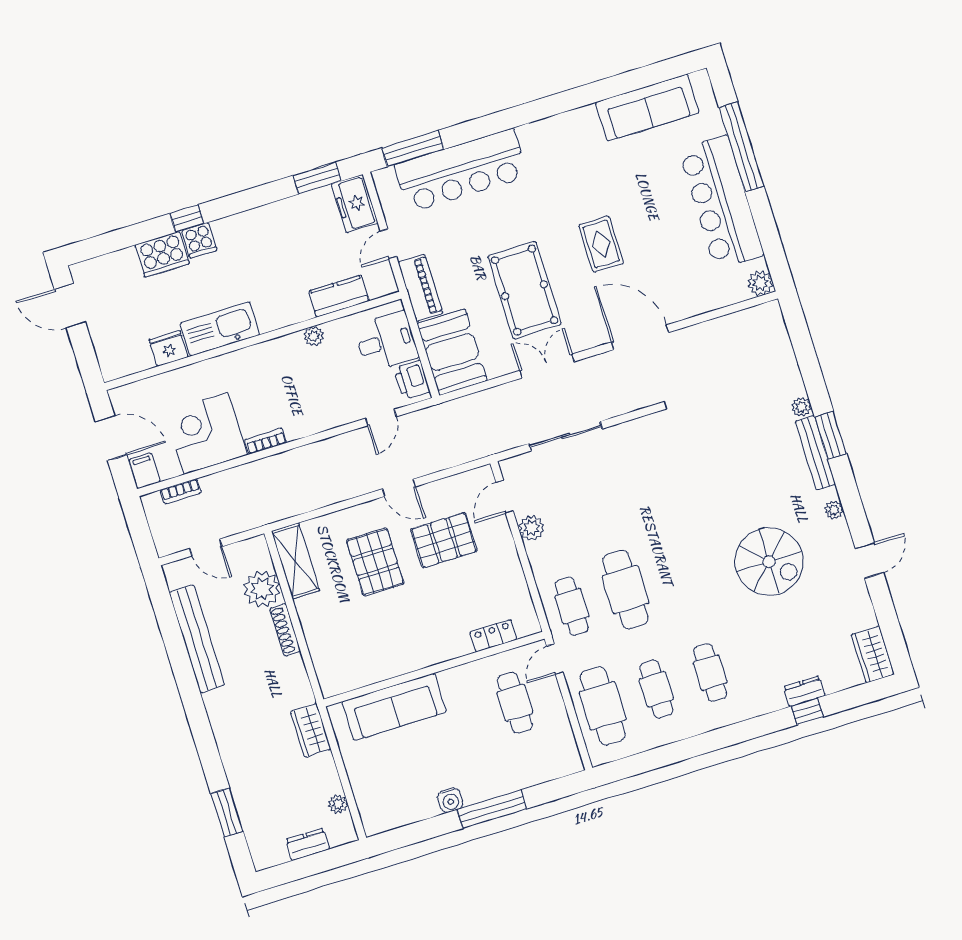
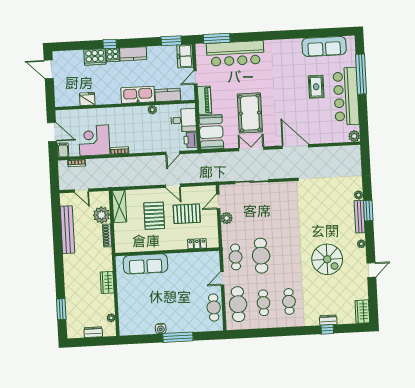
kitchen counter: (242, 227) -> (133, 54), added
rug: (601, 244) -> (316, 87), moved
kitchen sink: (220, 329) -> (138, 95), moved
locker: (493, 636) -> (197, 244), moved
wall: (434, 669) -> (167, 252), moved
cafe table: (515, 703) -> (214, 307), moved
sofa: (394, 707) -> (145, 264), moved

